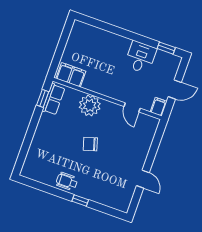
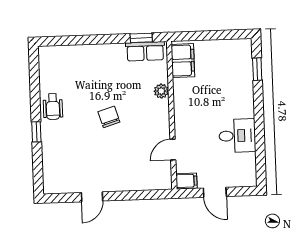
window: (166, 48) -> (257, 69), moved
plant: (90, 105) -> (161, 91), width x0.53, depth x0.53
wheelchair: (67, 181) -> (53, 107), turned 180

